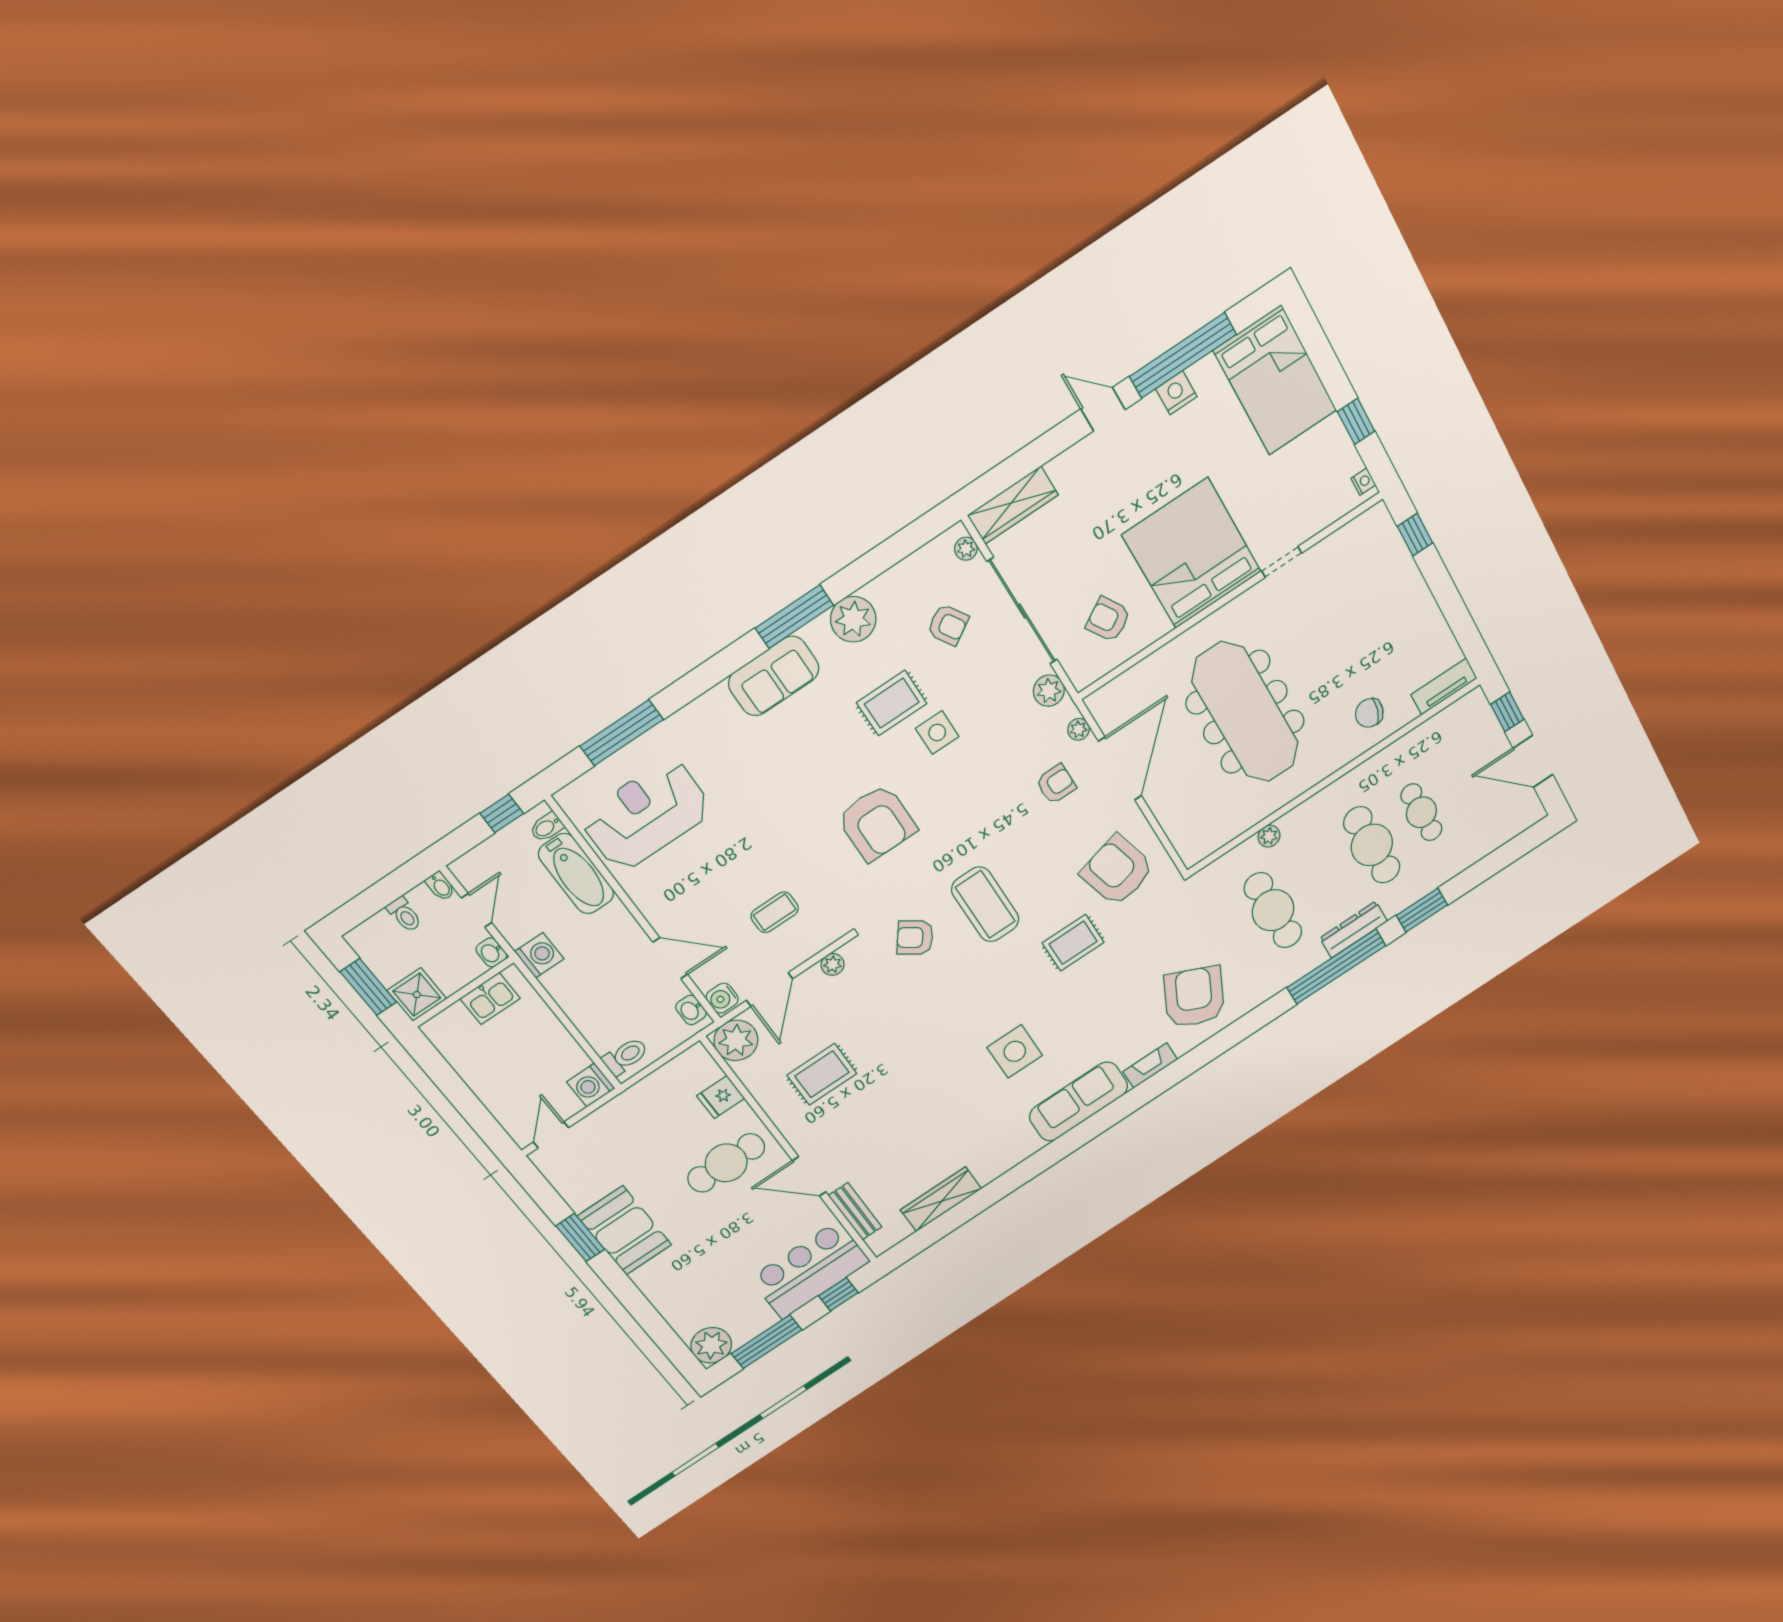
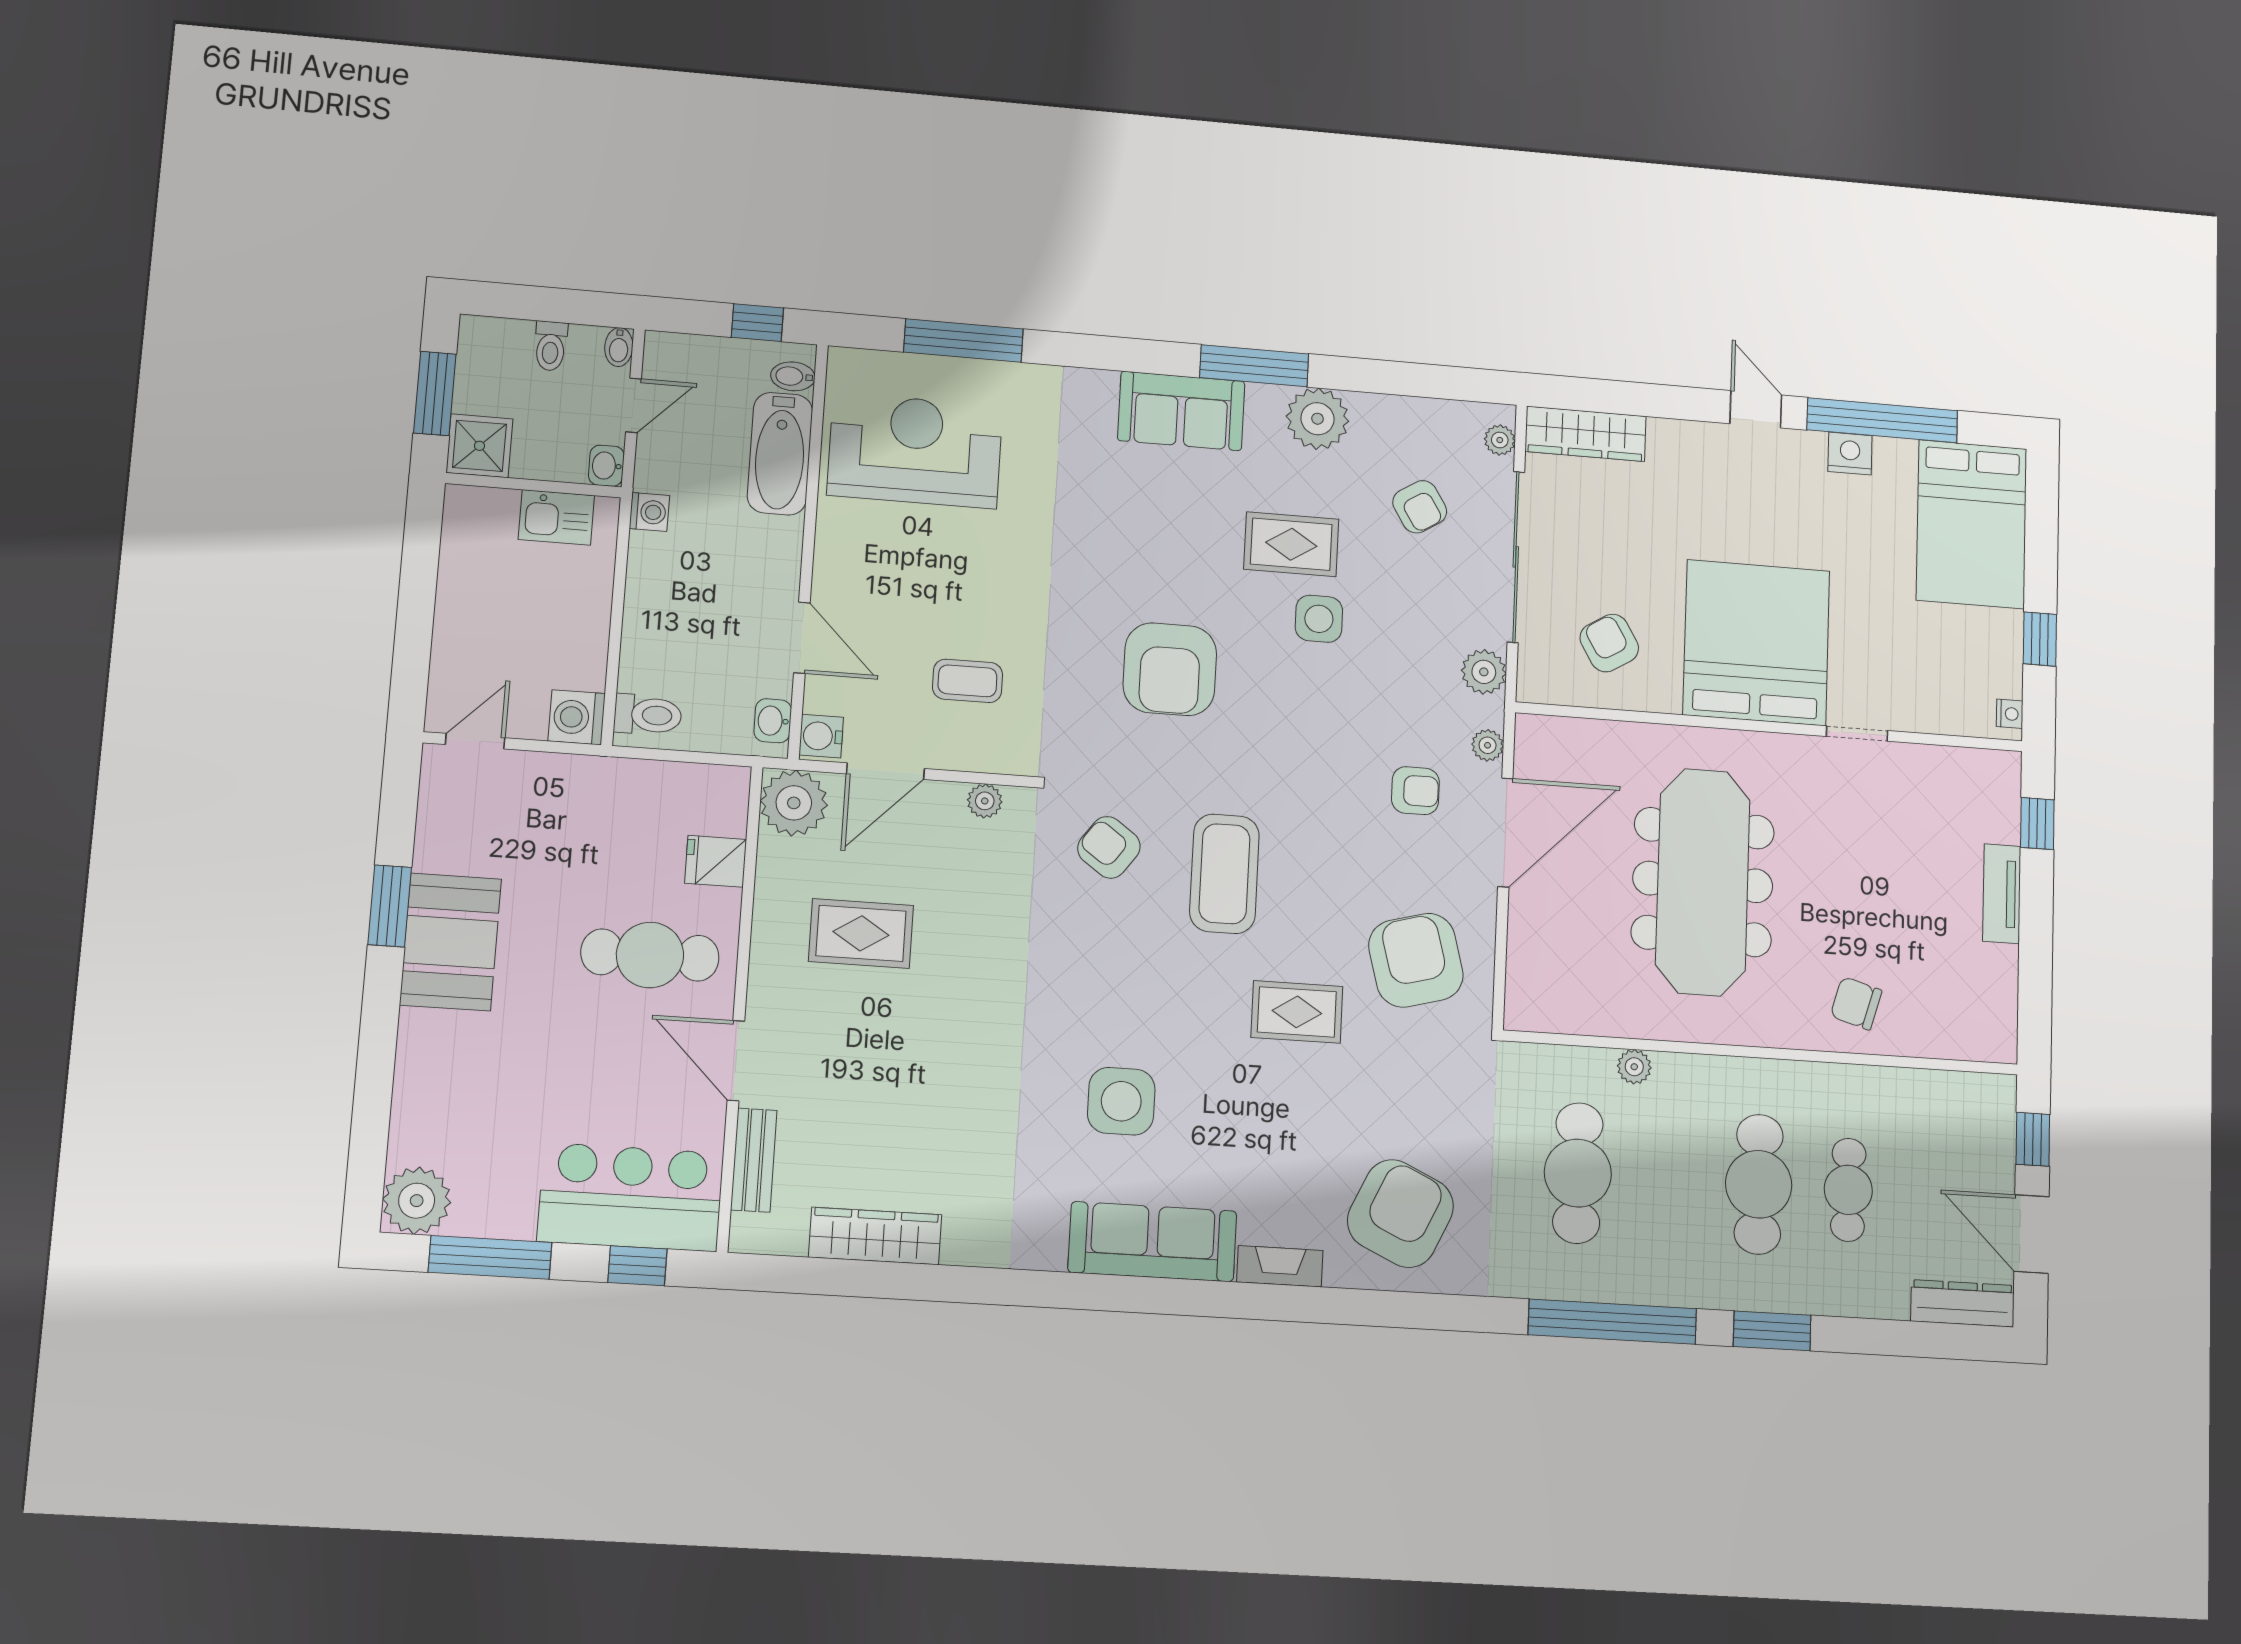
tv unit: (1444, 686) -> (2002, 894), moved, turned -90
dresser: (1354, 930) -> (1962, 1303), moved
washing machine: (539, 955) -> (649, 512), width x0.73, depth x0.73

